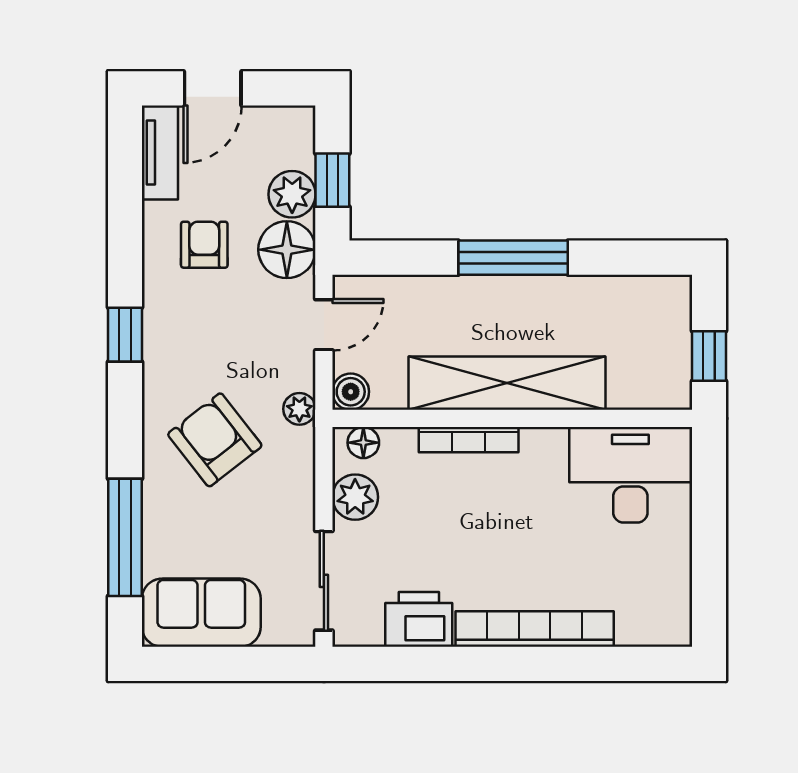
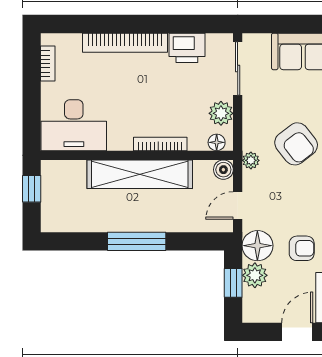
armchair: (204, 245) -> (302, 248), turned -90
bookcase: (679, 590) -> (48, 64), added

